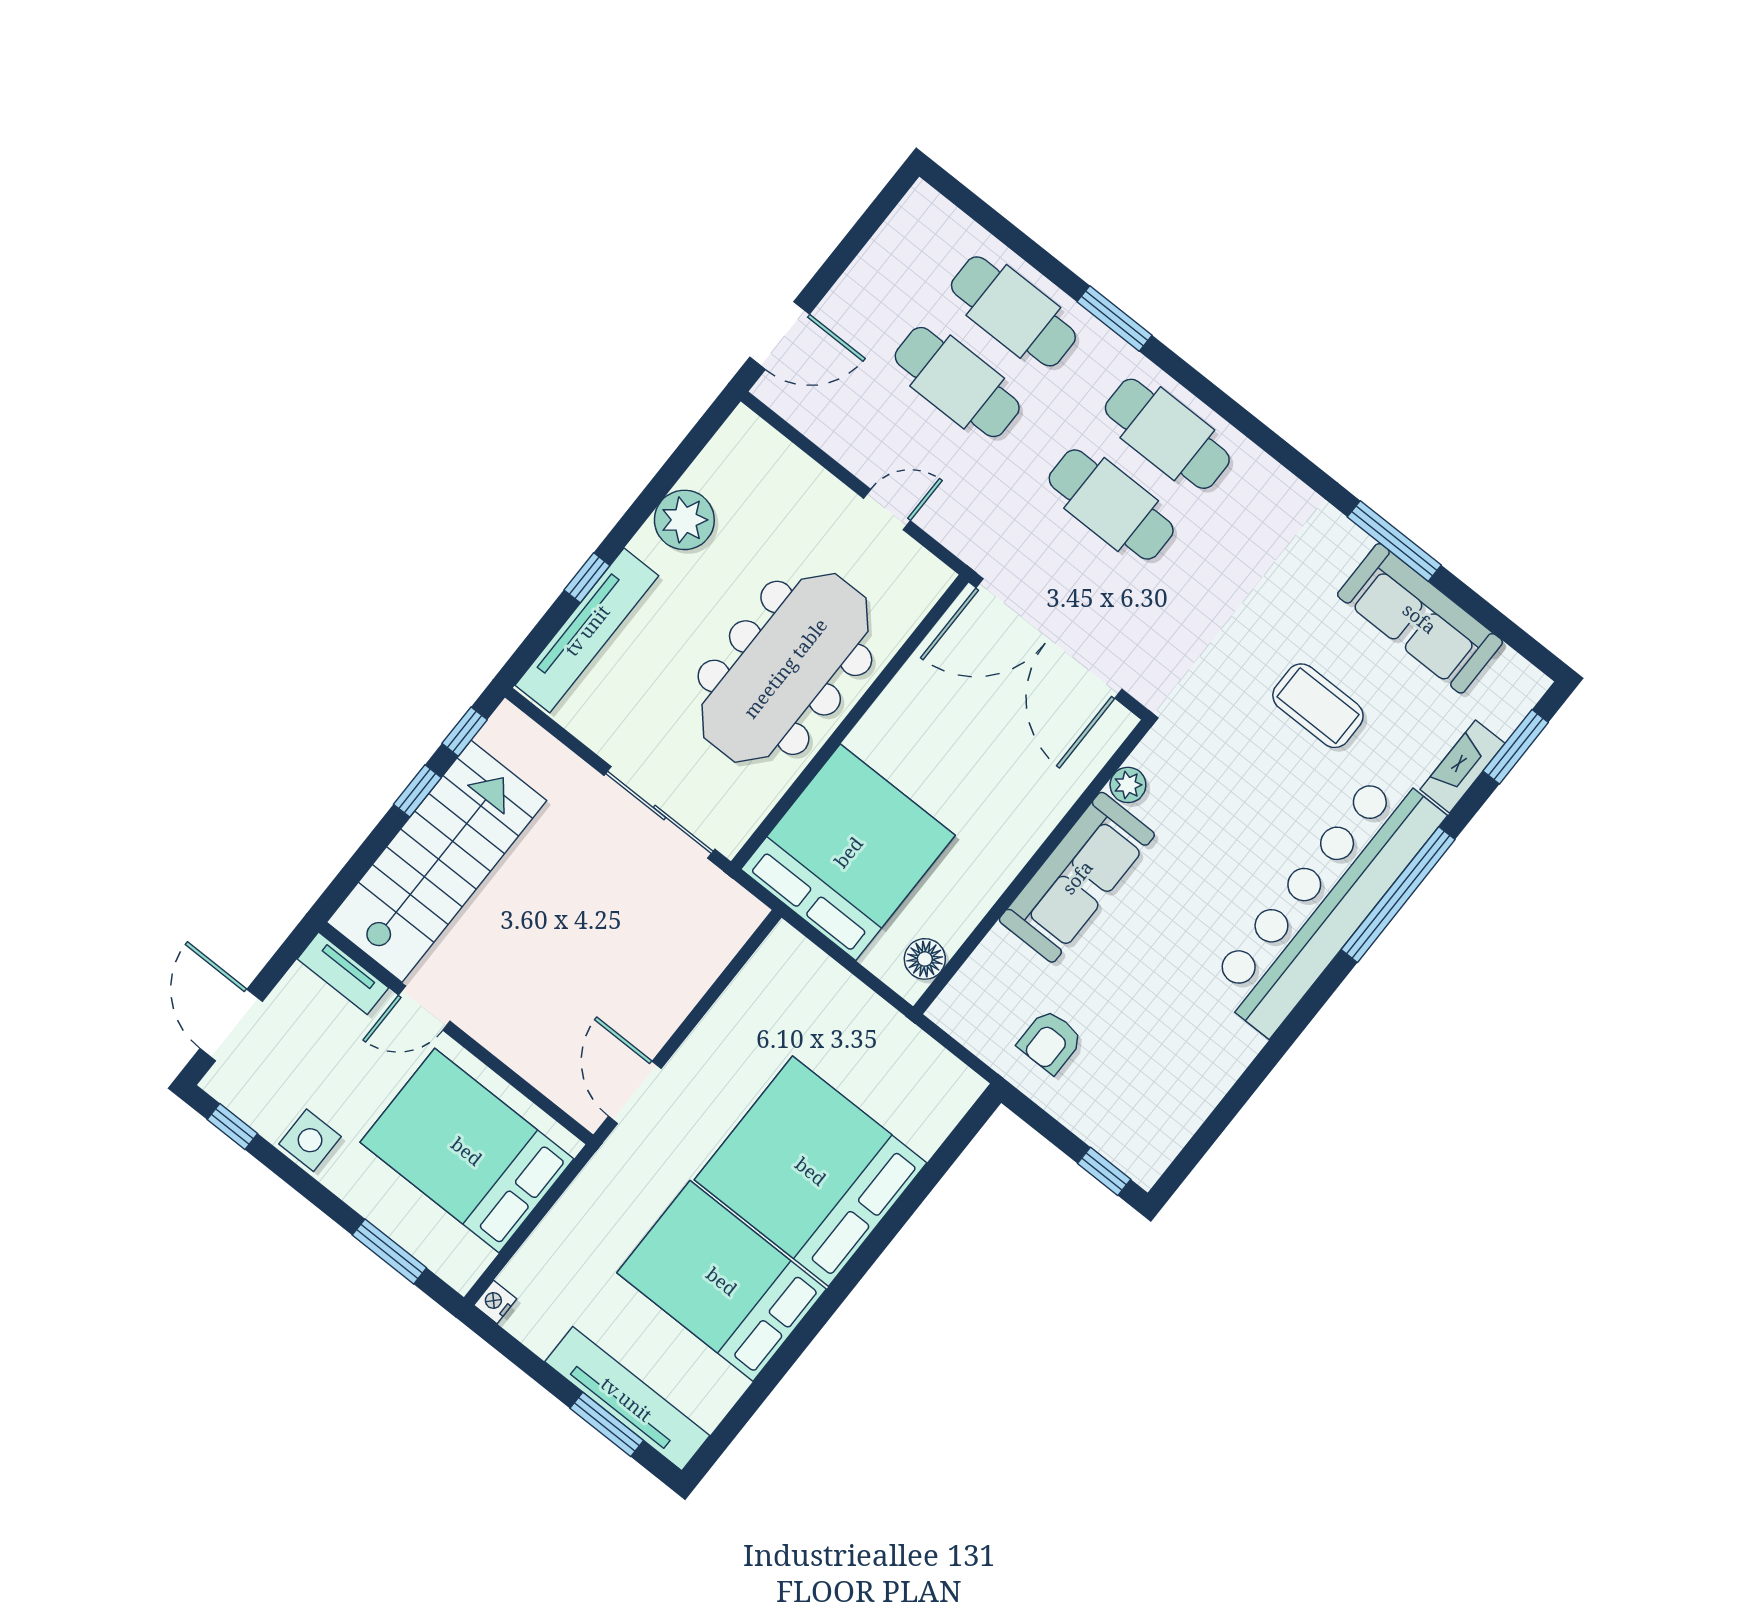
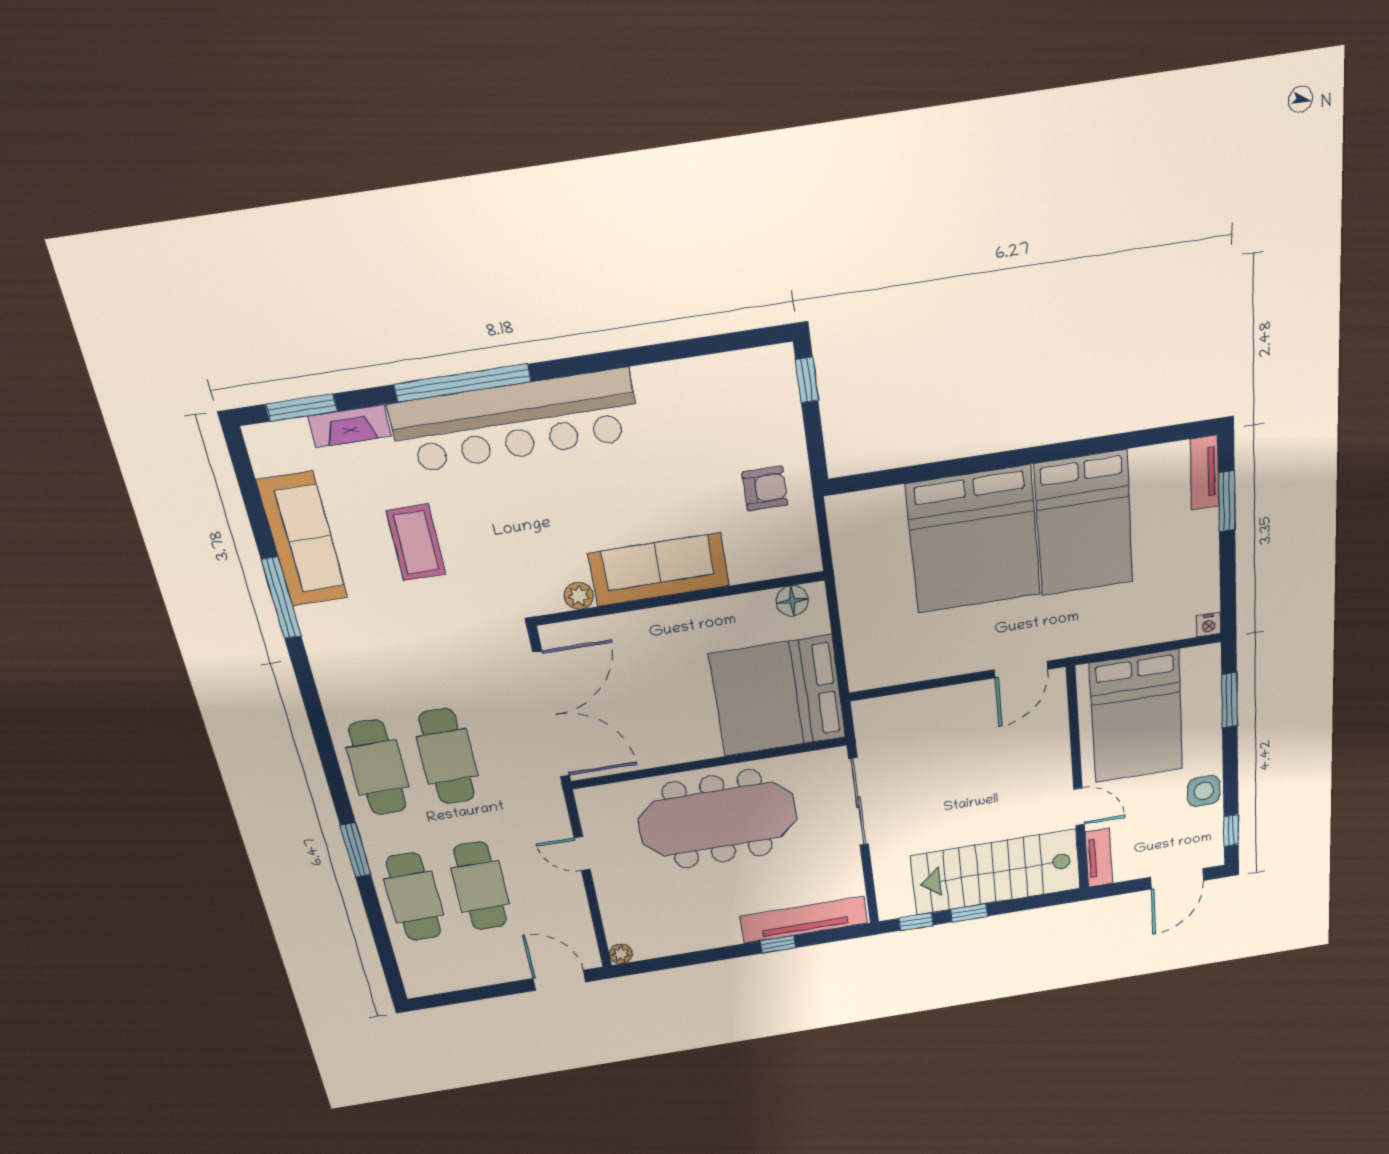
plant: (684, 520) -> (621, 954), moved, width x0.53, depth x0.53
tv unit: (627, 1399) -> (1205, 473), width x0.52, depth x0.78

